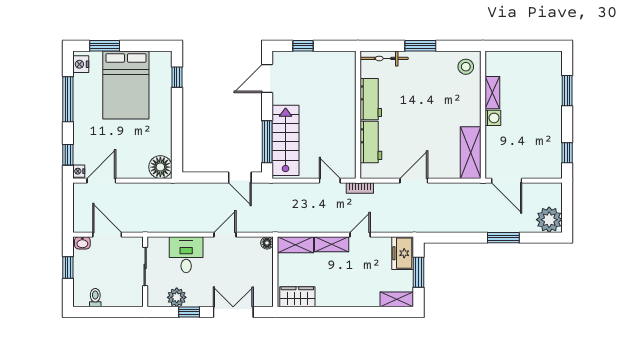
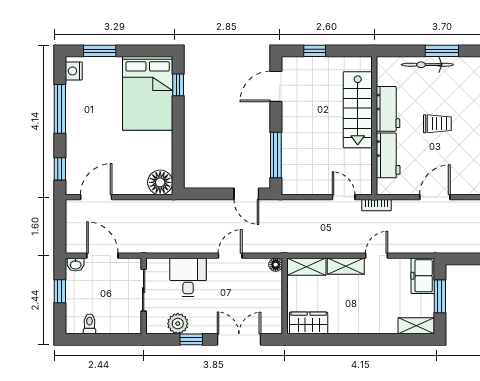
bicycle: (384, 58) -> (427, 65), moved
bed: (126, 85) -> (148, 93), moved
trolley: (416, 113) -> (437, 124), added
stairs: (286, 140) -> (358, 110), moved, turned 180
nightstand: (79, 171) -> (72, 187), removed

